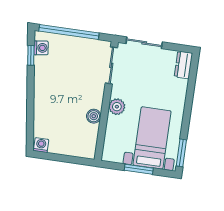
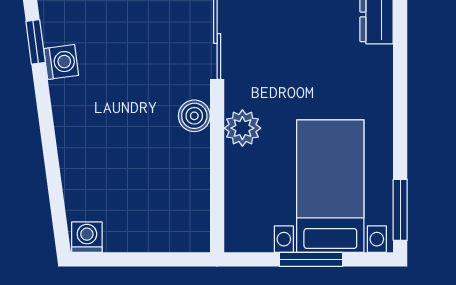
washing machine: (41, 48) -> (61, 62), moved
boiler: (94, 116) -> (194, 116), moved

